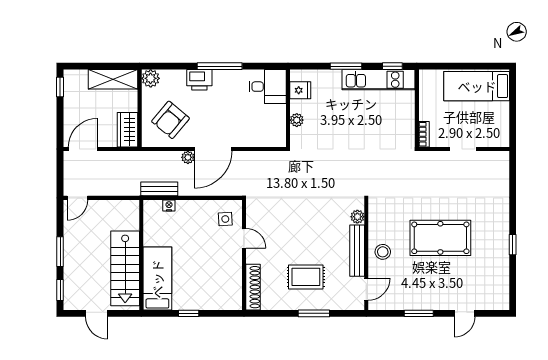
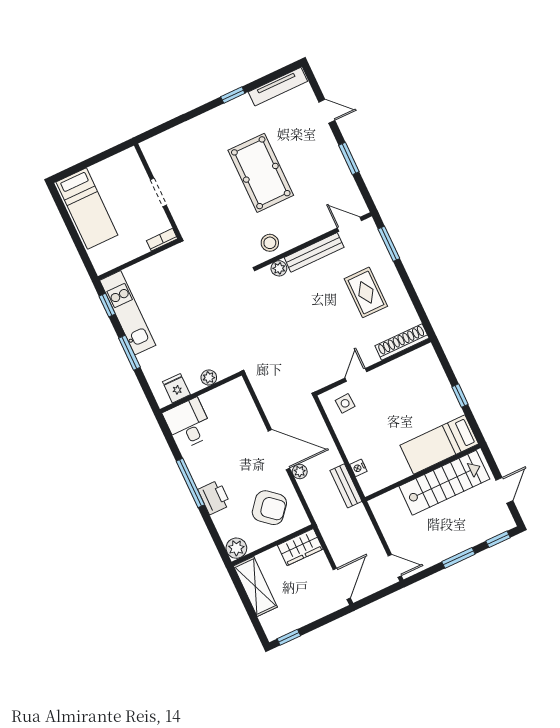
door: (83, 149) -> (342, 584), swing flipped
stool: (383, 252) -> (270, 243), moved
tv unit: (502, 284) -> (278, 87), added
window: (314, 313) -> (389, 244), moved

